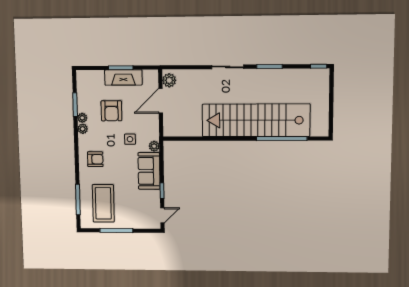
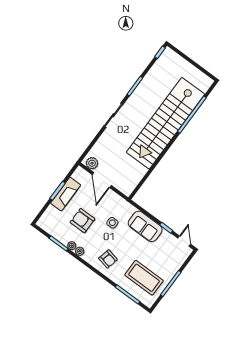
armchair: (111, 111) -> (83, 221), turned 180
plant: (154, 146) -> (130, 209), removed
armchair: (95, 159) -> (108, 259), turned 103

